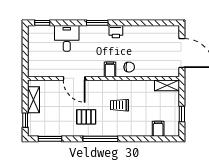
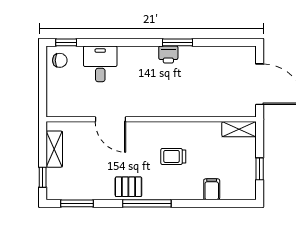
window: (97, 23) -> (177, 42), moved
chair: (129, 67) -> (60, 60), moved
filing cabinet: (110, 69) -> (160, 107), removed
pallet: (86, 117) -> (128, 187), moved
filing cabinet: (158, 129) -> (212, 189), moved

